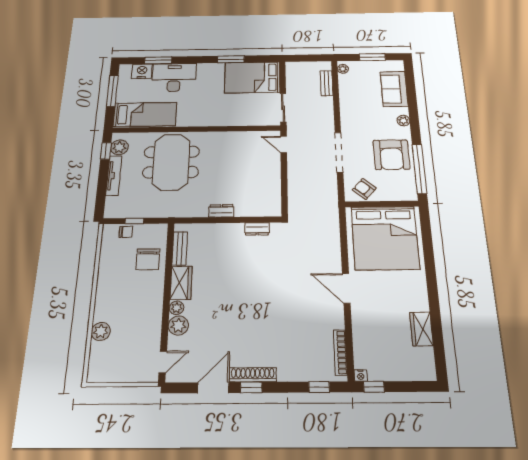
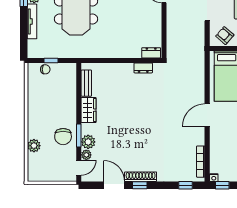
dresser: (221, 211) -> (151, 53), moved
chair: (148, 259) -> (63, 137), moved
door: (346, 288) -> (207, 115), hinge flipped
plant: (177, 308) -> (86, 155), moved
window: (166, 317) -> (79, 135), added
door: (213, 388) -> (114, 185), hinge flipped

